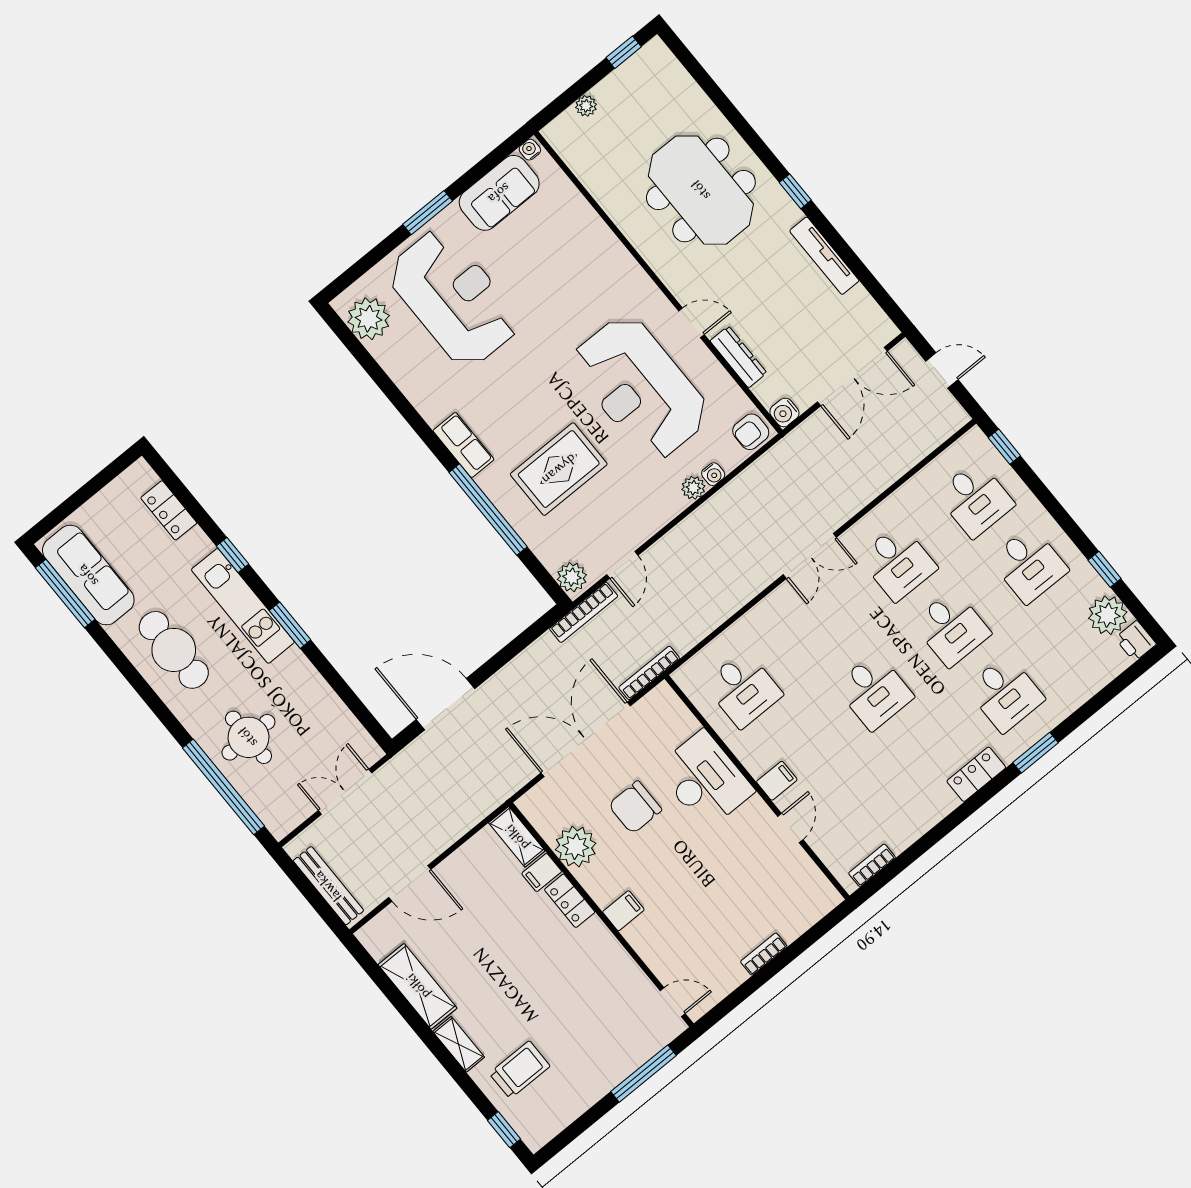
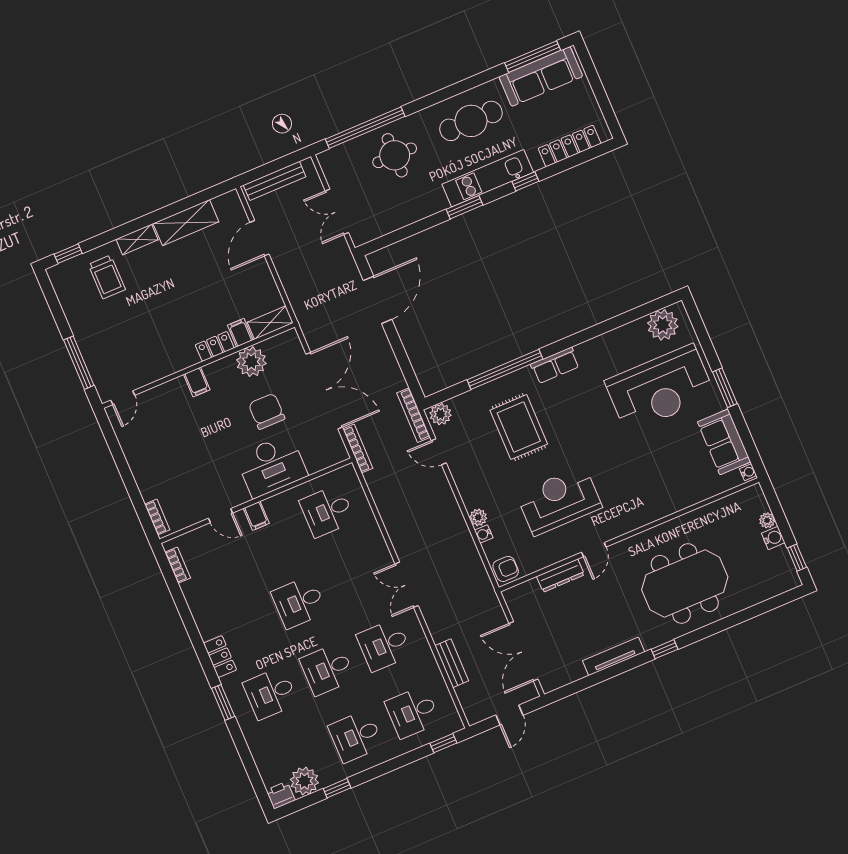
reception desk: (640, 387) -> (559, 501), width x0.74, depth x0.77
water cooler: (784, 412) -> (773, 538), moved, turned 90
armchair: (751, 432) -> (506, 569), turned 90
bench: (896, 466) -> (452, 663), added
locker: (169, 510) -> (570, 146), width x1.53
double door: (345, 792) -> (337, 212), swing flipped
bookcase: (764, 954) -> (157, 517), moved

